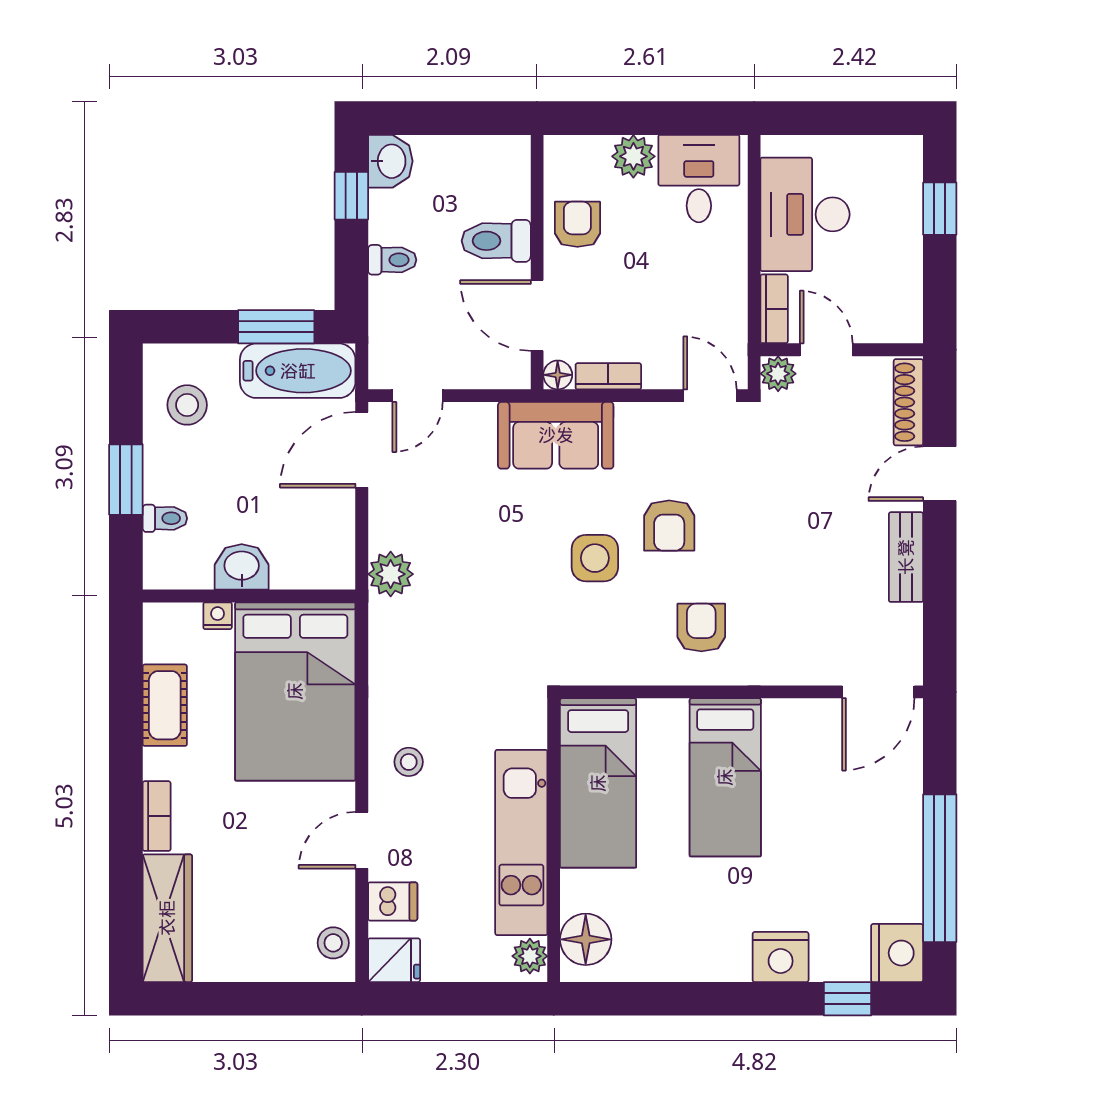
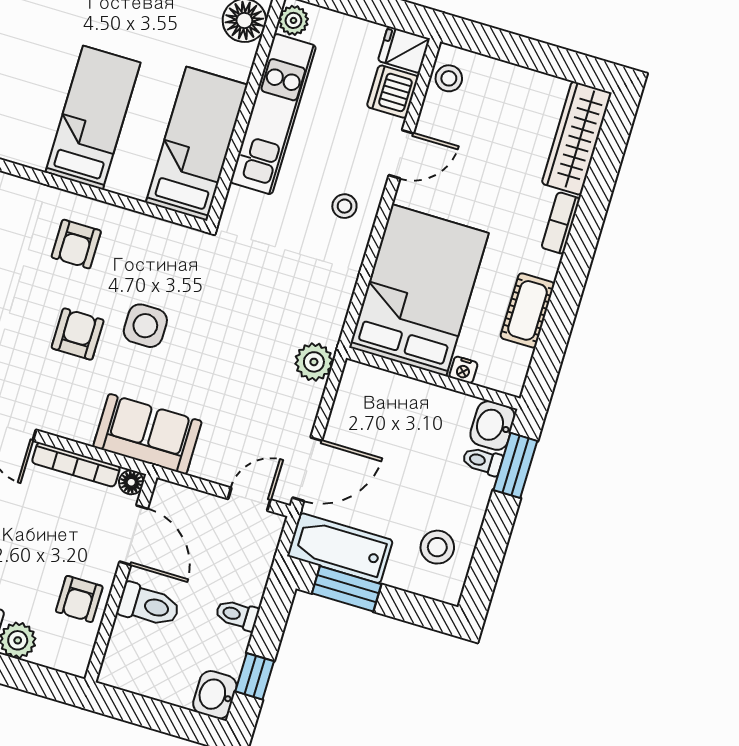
bookcase: (608, 376) -> (76, 465), width x1.56
window: (126, 480) -> (515, 465), moved
washbasin: (242, 567) -> (493, 426), moved, turned 90
dishwasher: (393, 901) -> (393, 92), width x1.38

